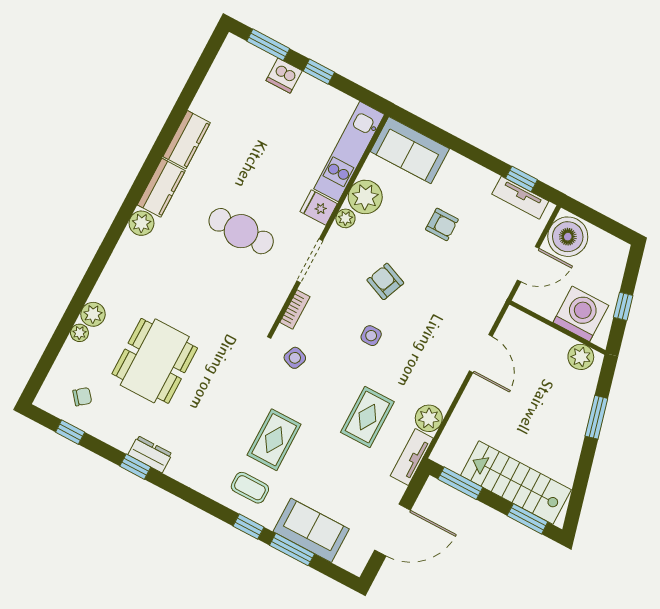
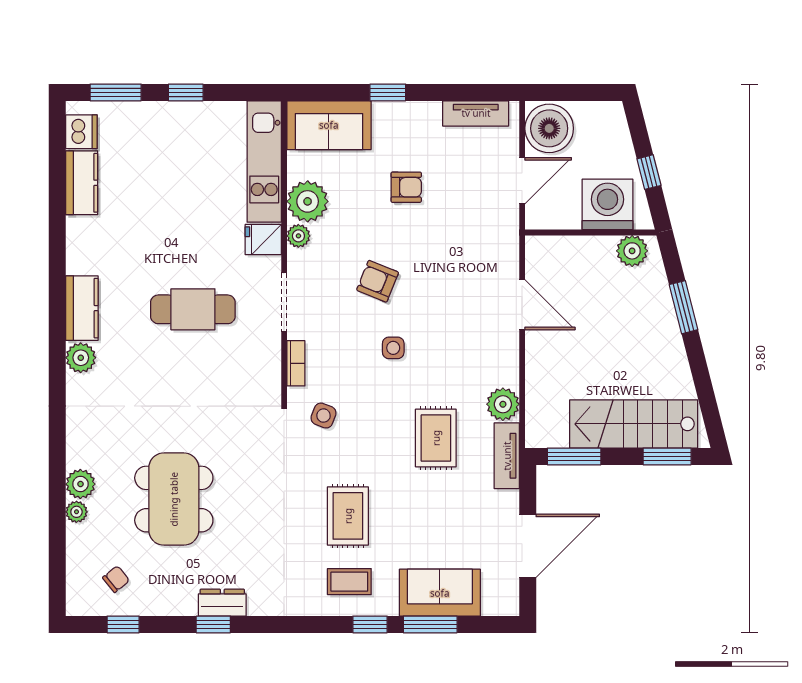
dishwasher: (284, 76) -> (81, 132), moved, turned -90
kitchen counter: (187, 140) -> (82, 183), moved
window: (521, 179) -> (388, 92), moved

